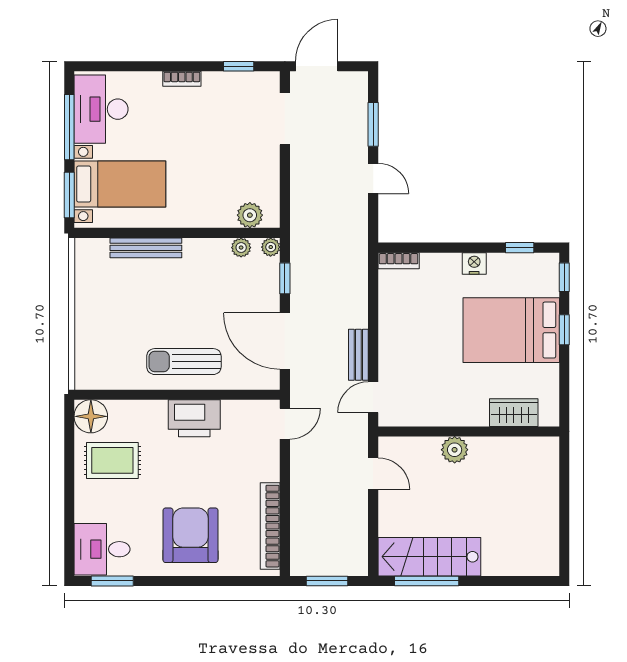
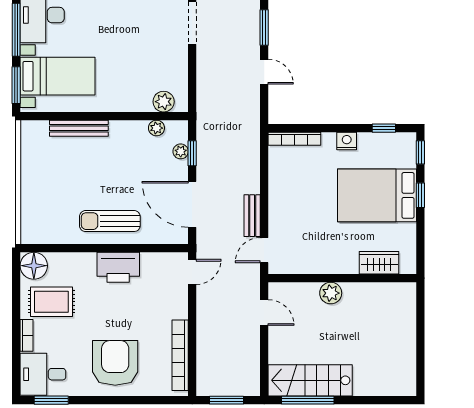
plant: (271, 247) -> (181, 151), moved
bookcase: (399, 261) -> (294, 139), width x1.56
bookcase: (82, 502) -> (27, 335), added

